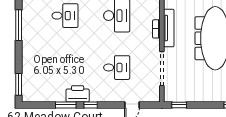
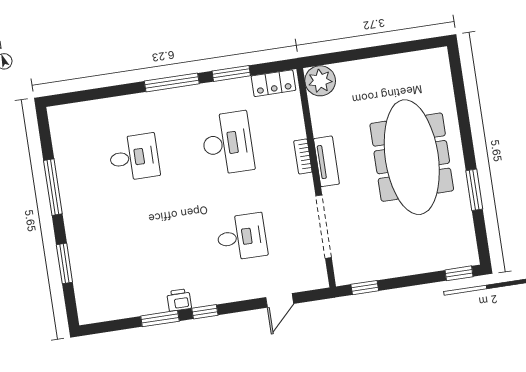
tv unit: (169, 28) -> (326, 161), width x0.71
window: (19, 84) -> (64, 263), moved
printer: (78, 94) -> (179, 300), width x0.53, depth x0.68

